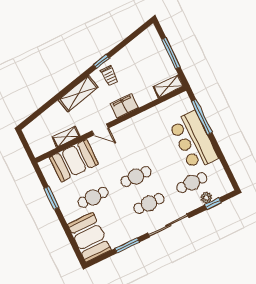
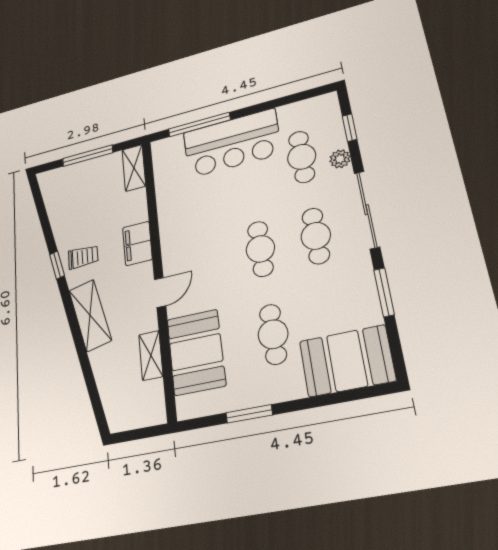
plant: (206, 198) -> (340, 159), moved

